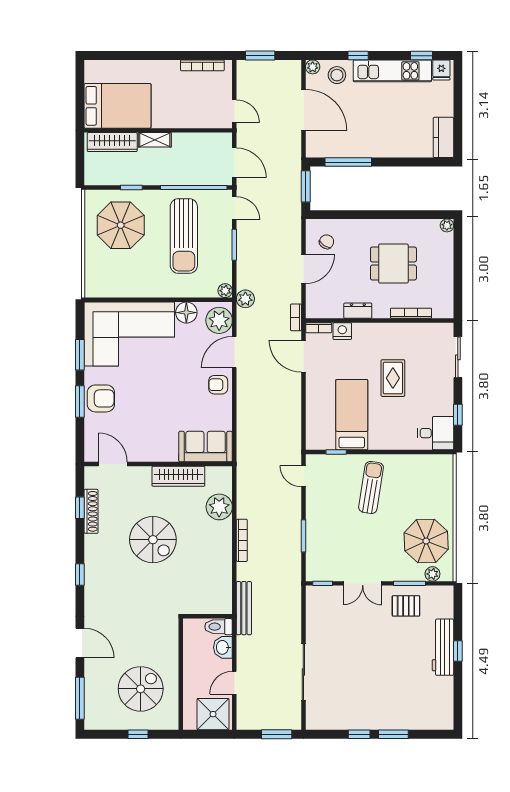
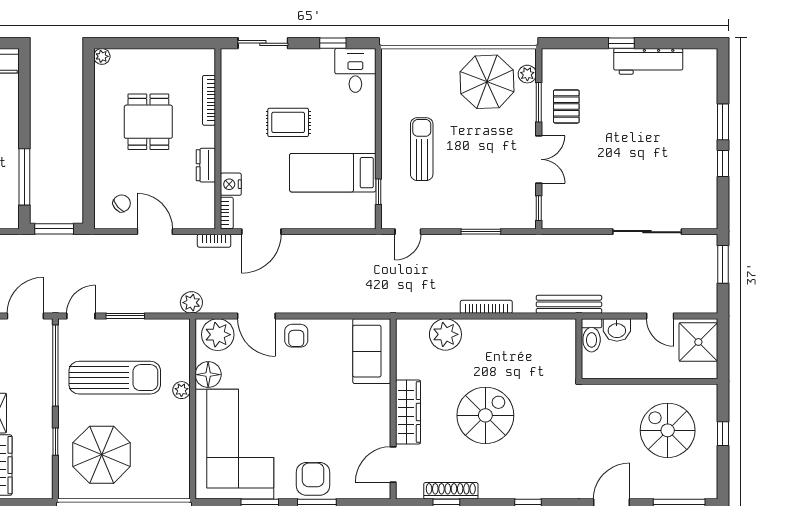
chair: (327, 242) -> (122, 203), turned 107
plant: (225, 291) -> (181, 390), moved
wardrobe: (178, 476) -> (408, 412), moved
sun lounger: (371, 487) -> (422, 149), turned 81
workbench: (443, 647) -> (648, 61), moved

